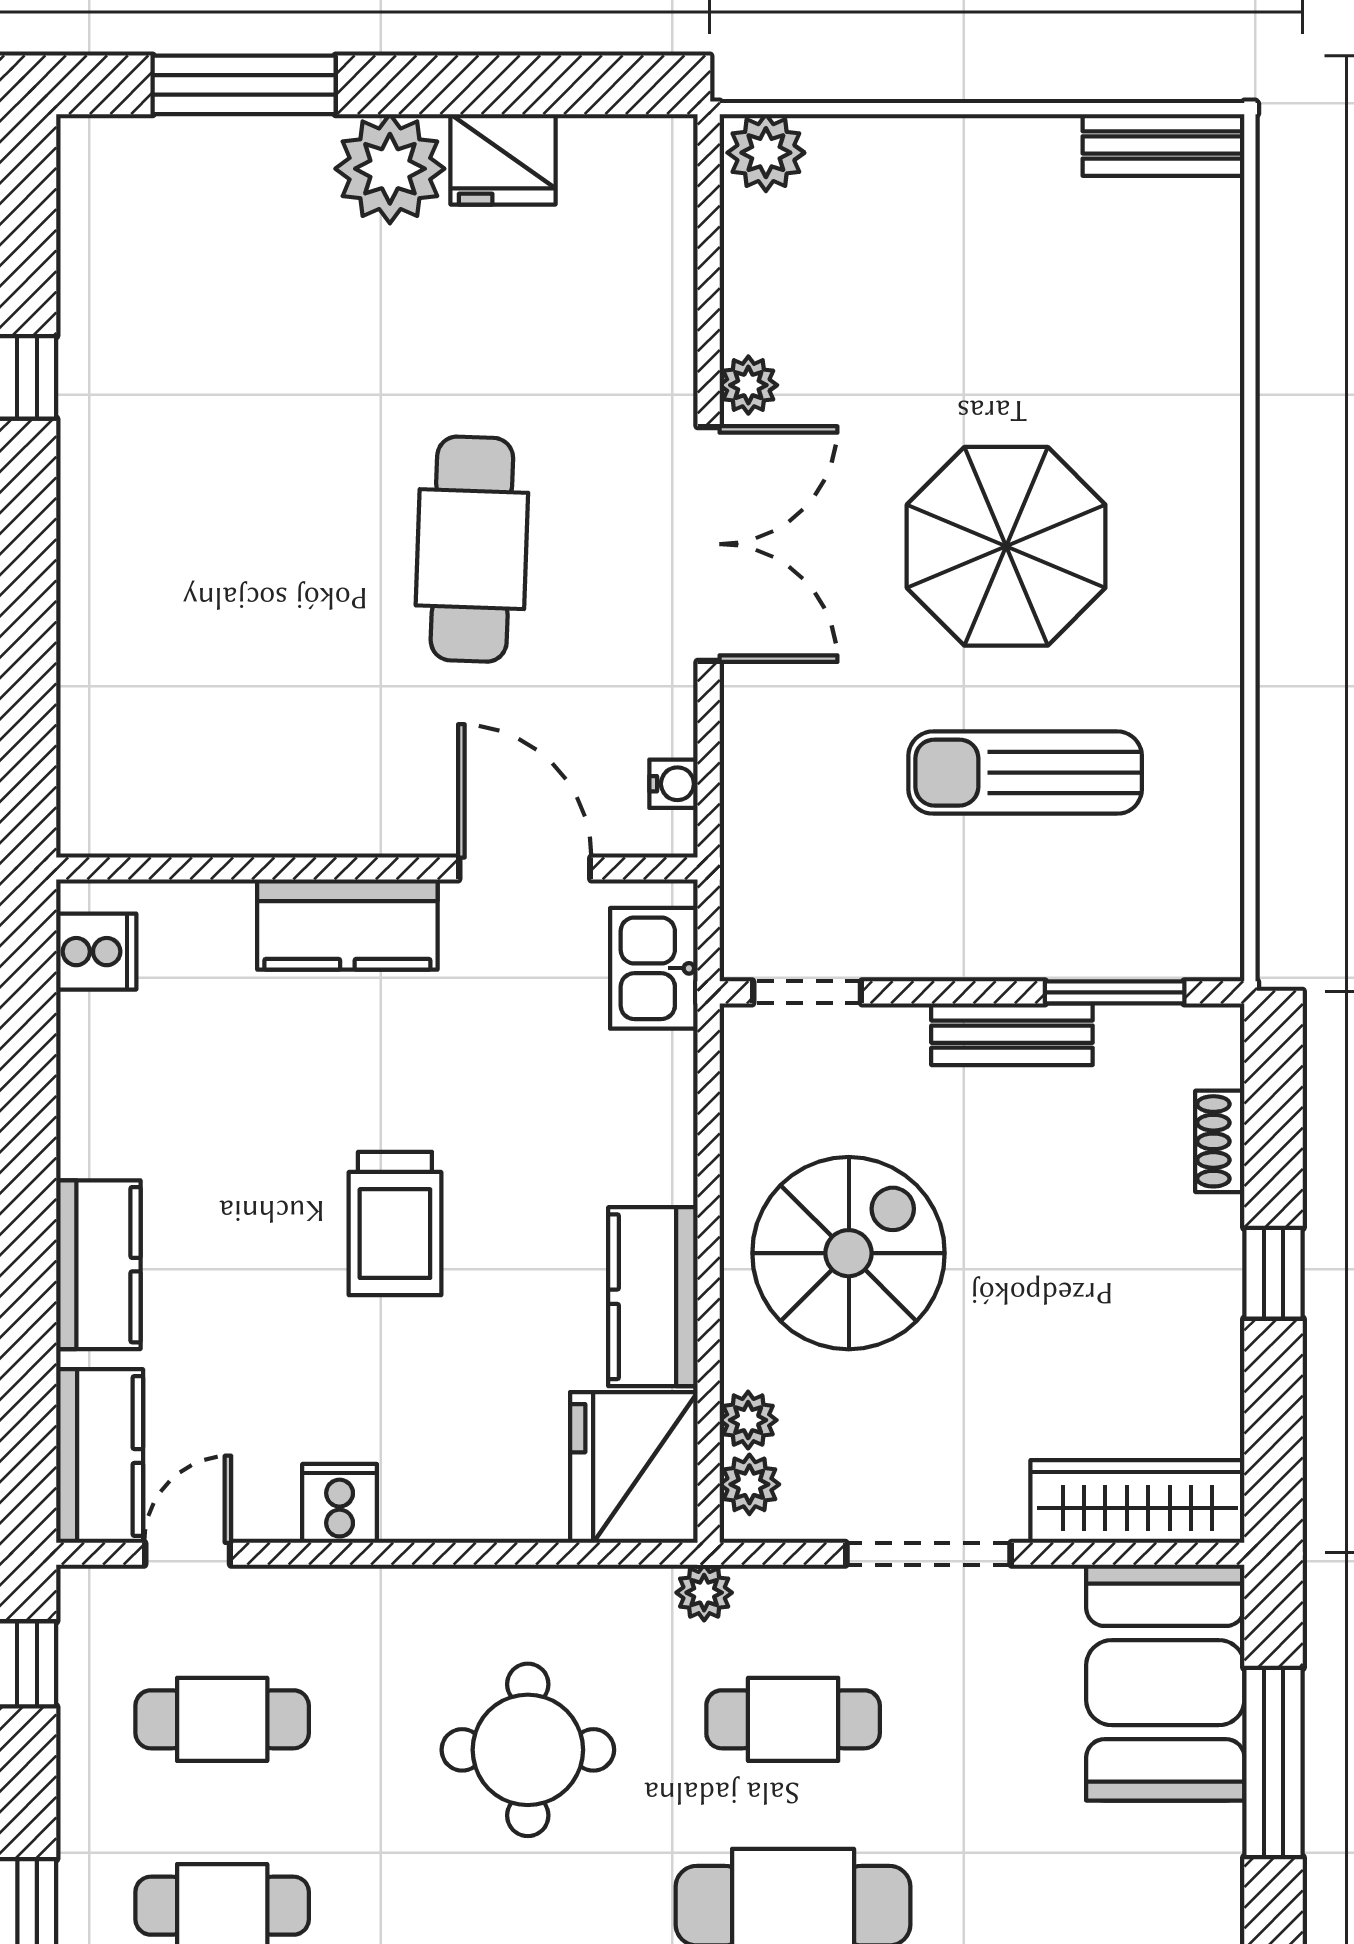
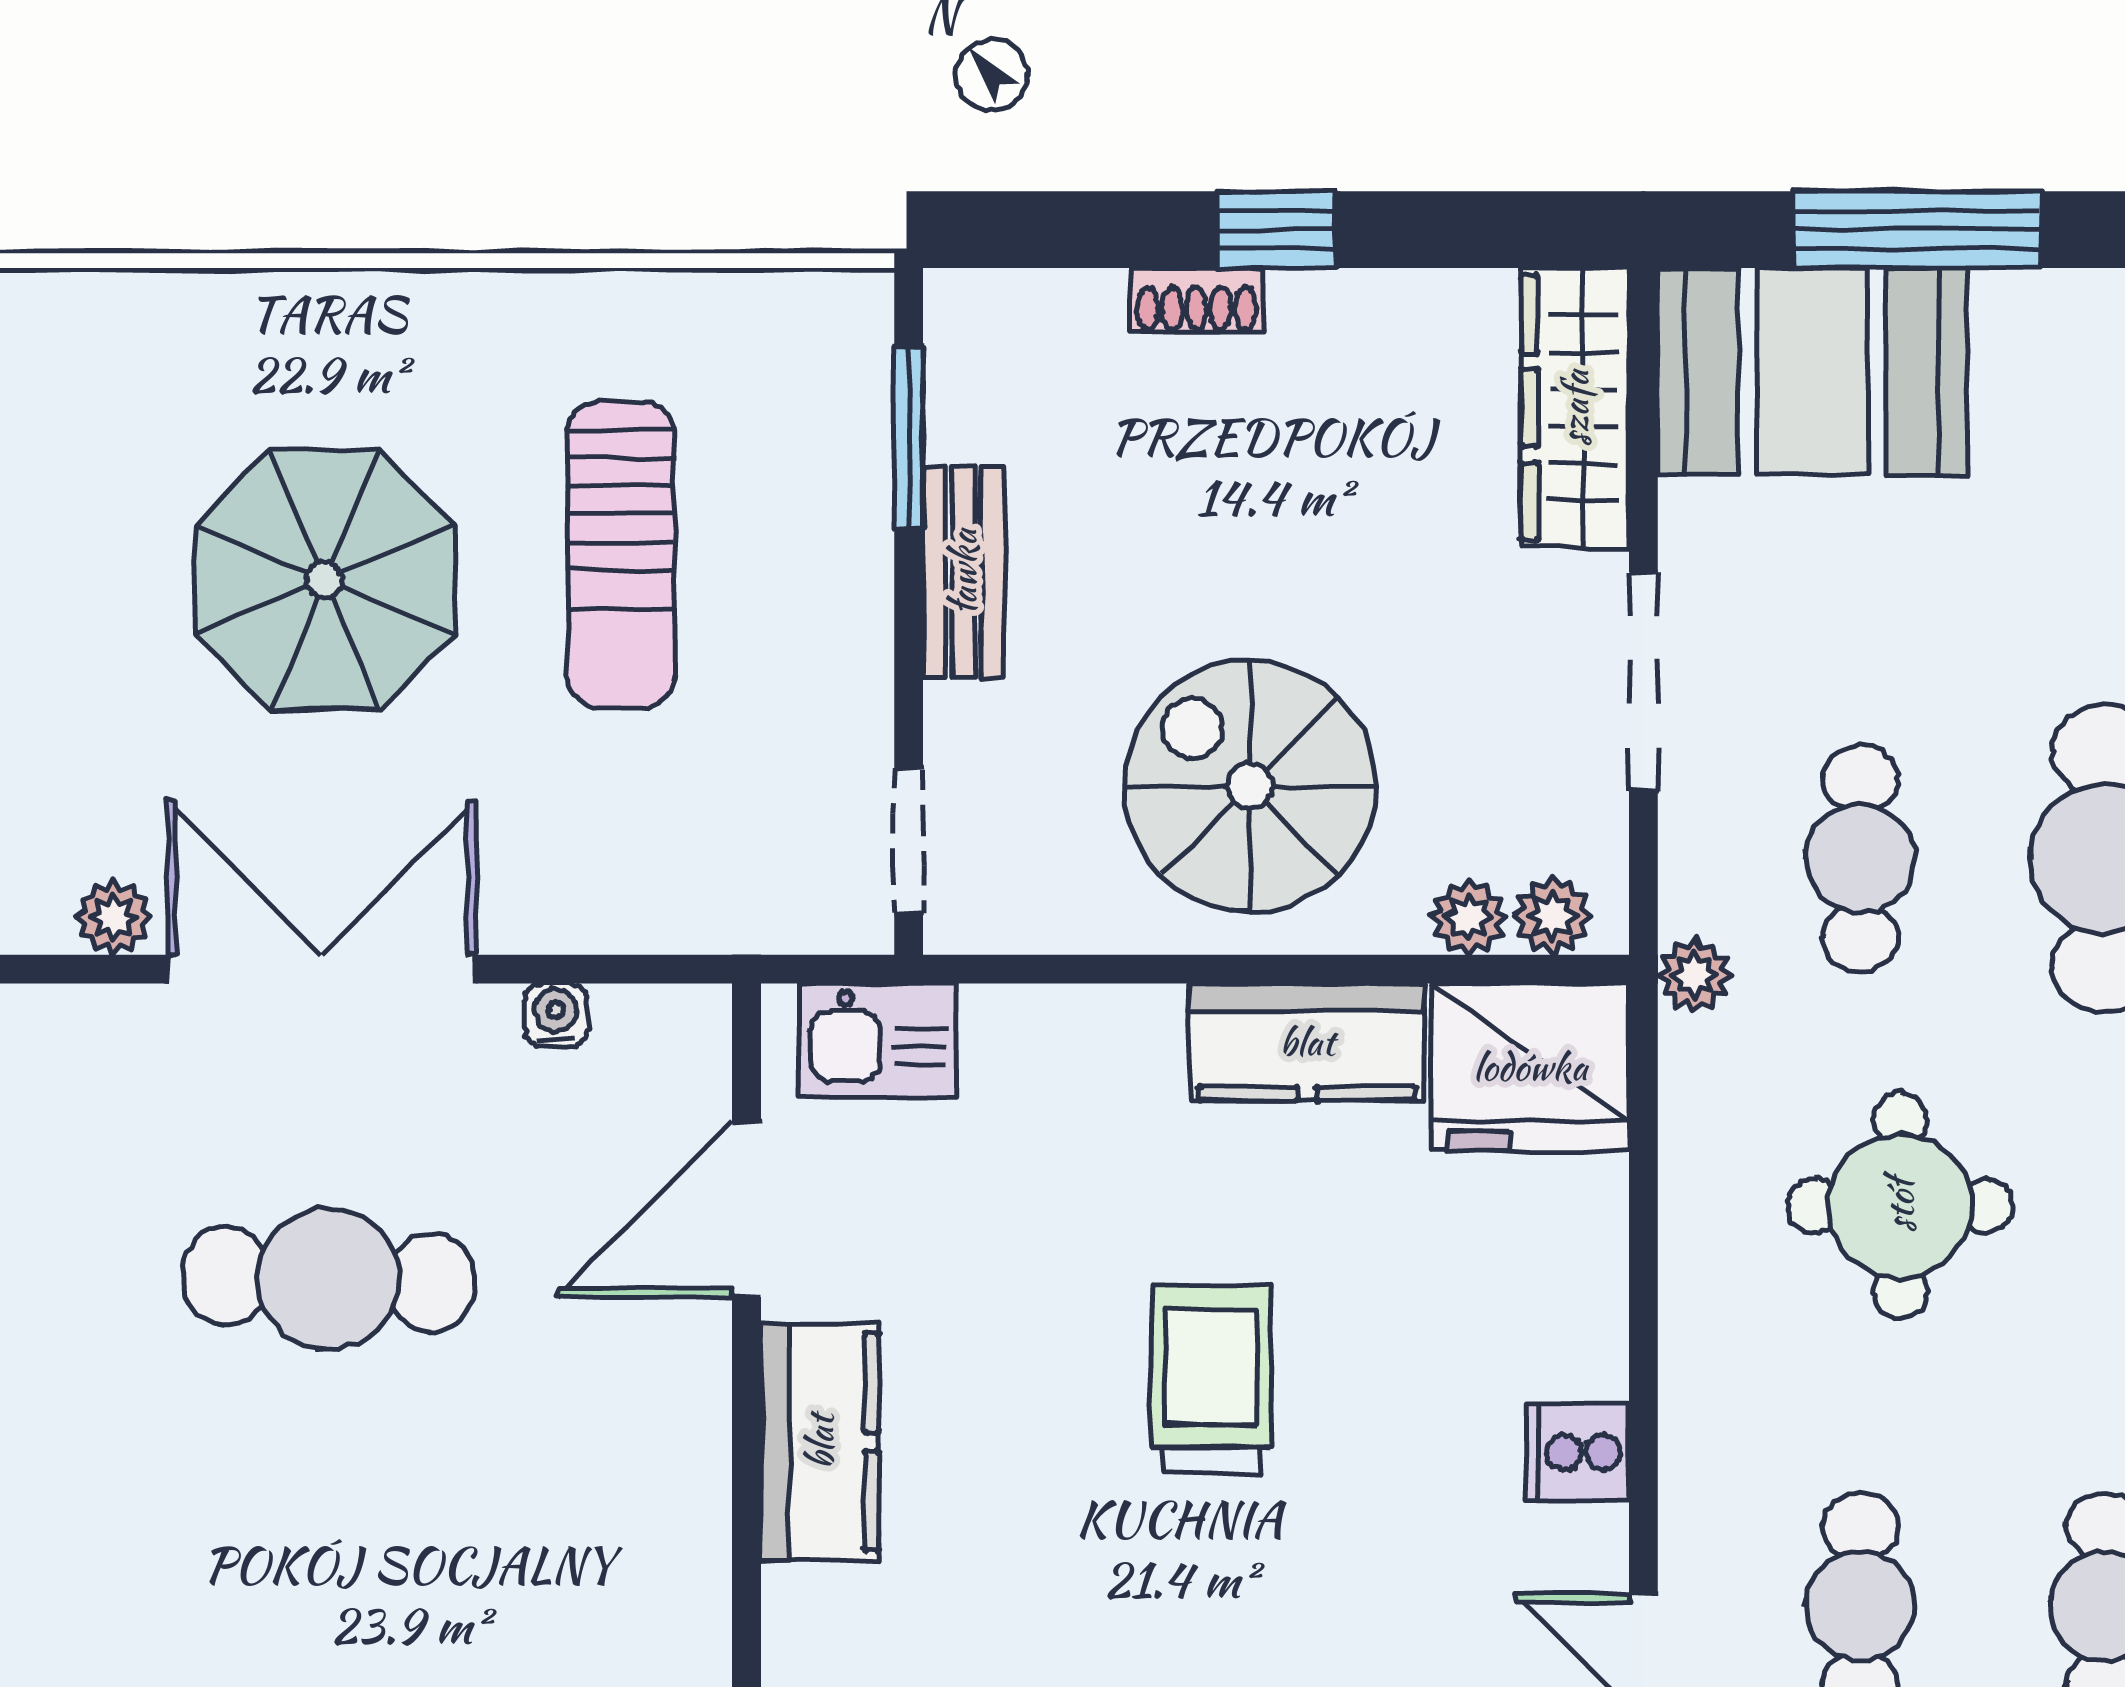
water cooler: (674, 784) -> (556, 1015), moved
shoe rack: (1220, 1141) -> (1197, 300), moved
trolley: (395, 1224) -> (1211, 1380), turned -90

